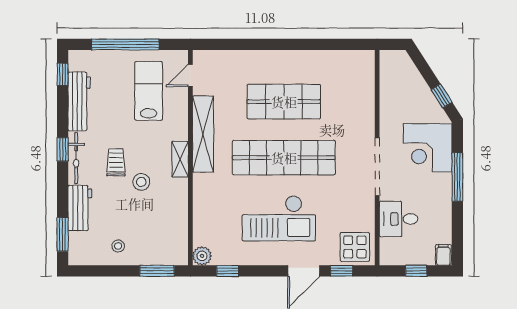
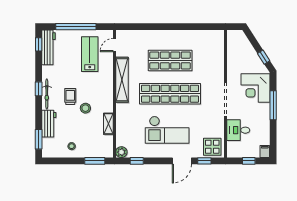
workbench: (79, 101) -> (48, 47), moved
shelving: (180, 159) -> (108, 124), moved

